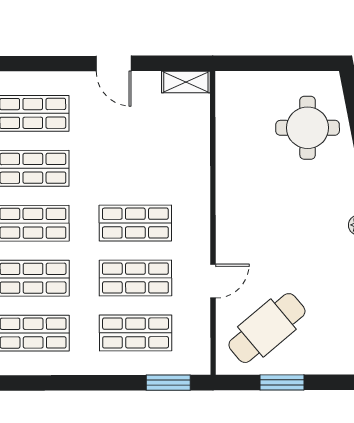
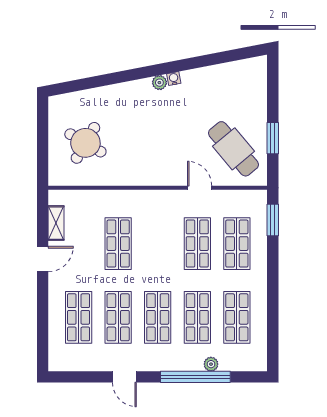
shelving: (186, 82) -> (56, 223), moved
round table: (308, 128) -> (85, 143), moved, turned 30
shop shelf: (135, 223) -> (118, 244), moved

